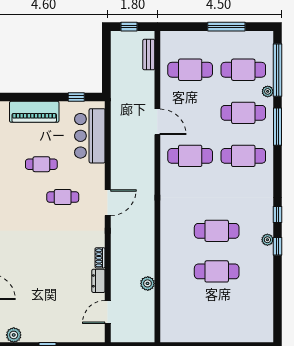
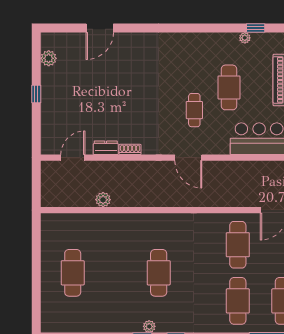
cafe table: (41, 164) -> (229, 87), width x1.37, depth x1.35
cafe table: (217, 271) -> (73, 273), moved
door: (108, 312) -> (73, 158), hinge flipped

